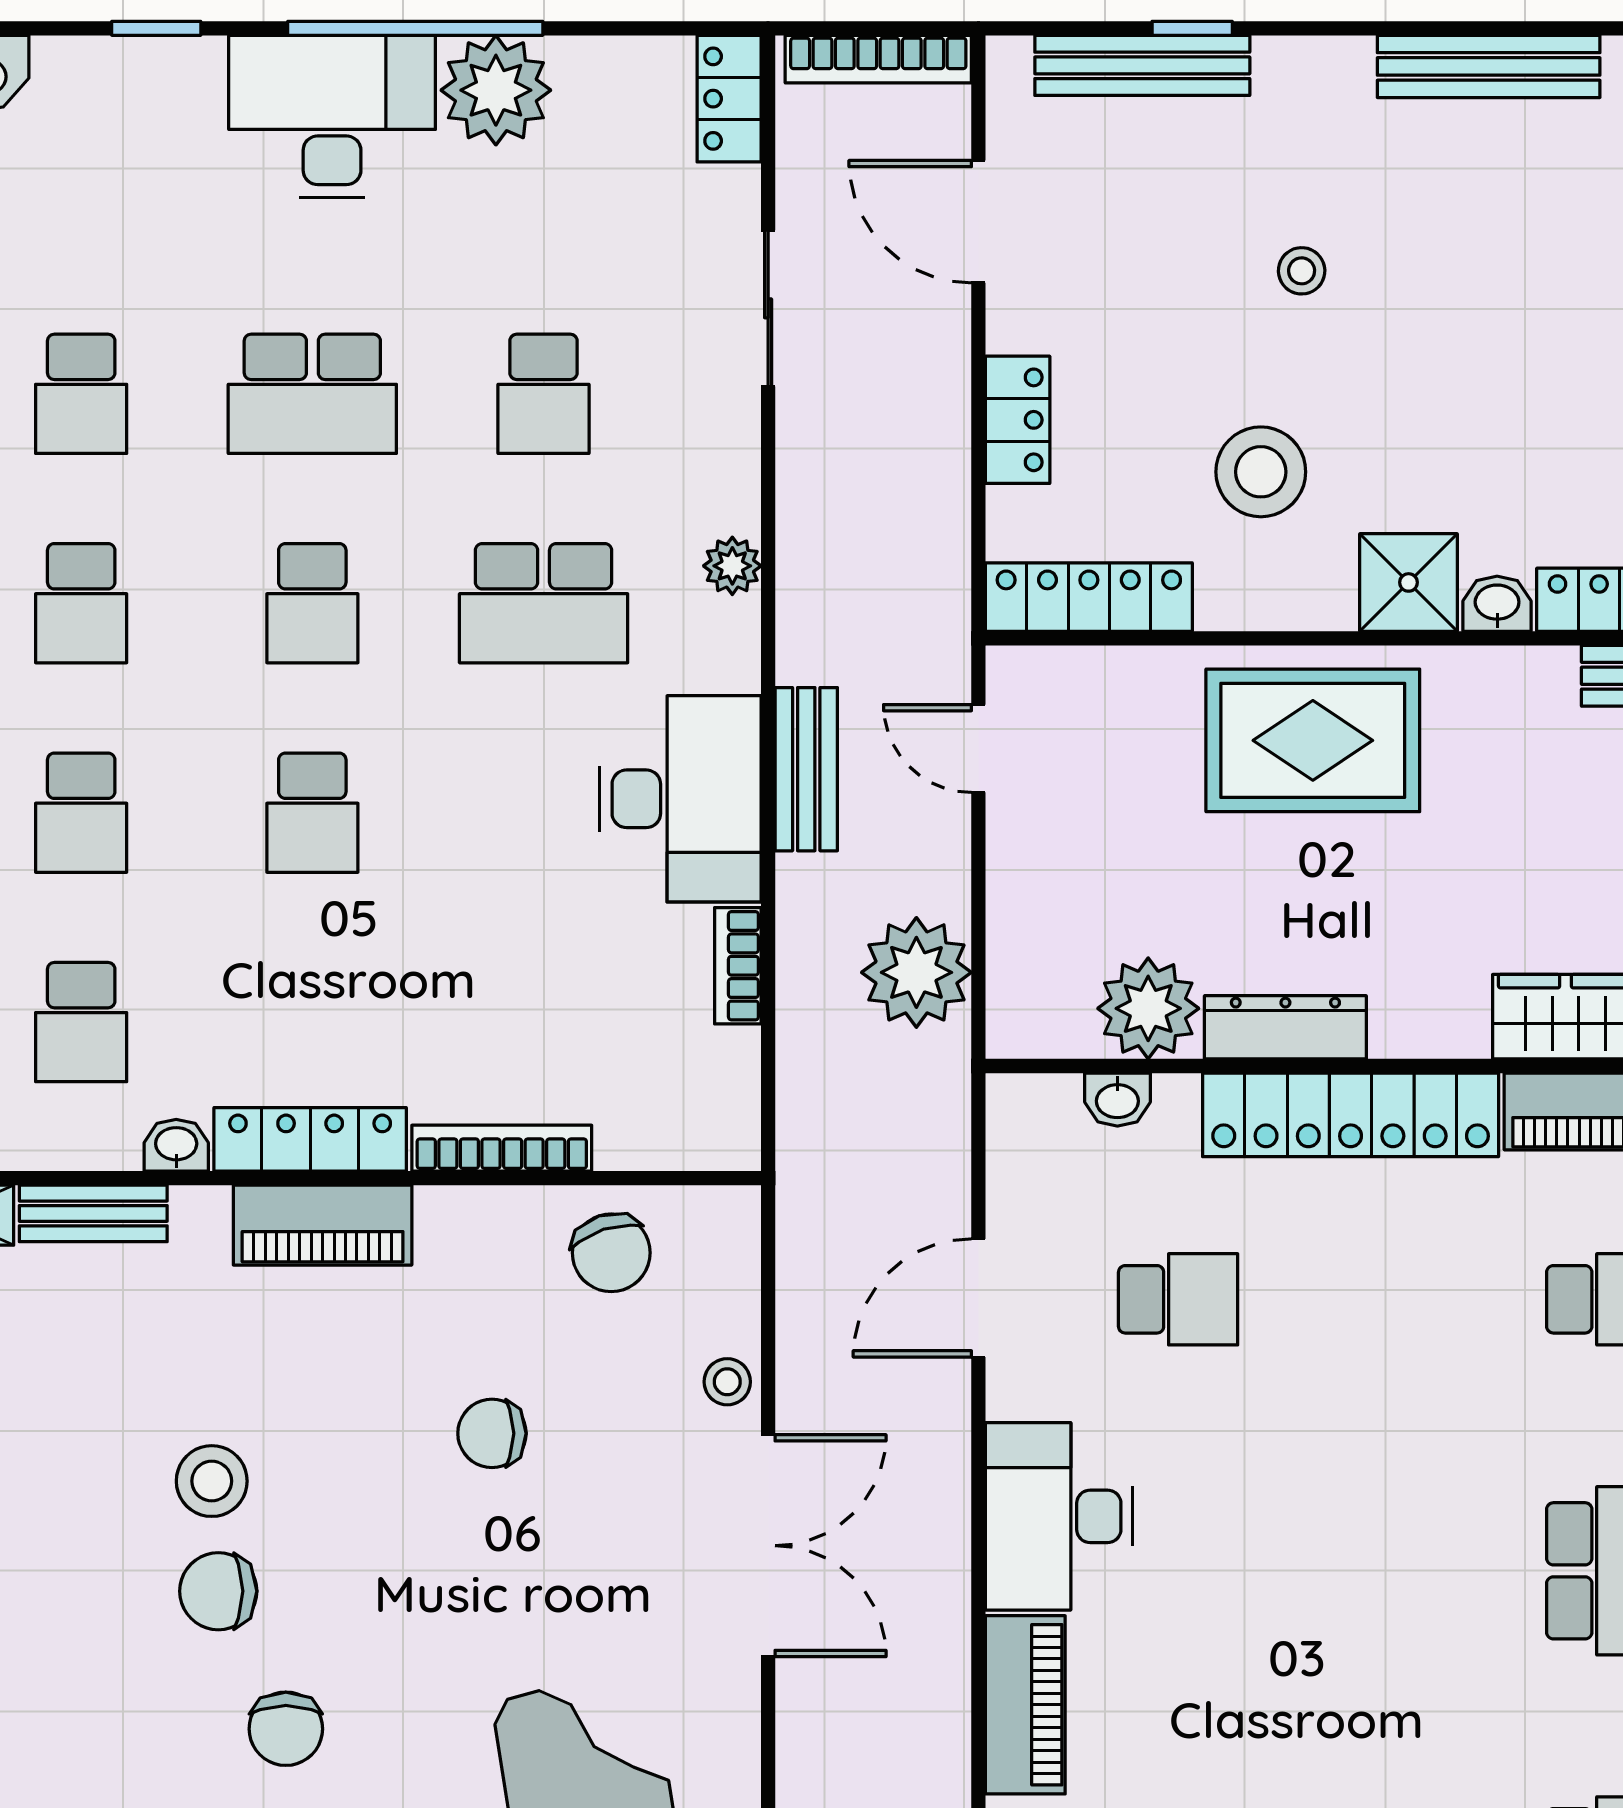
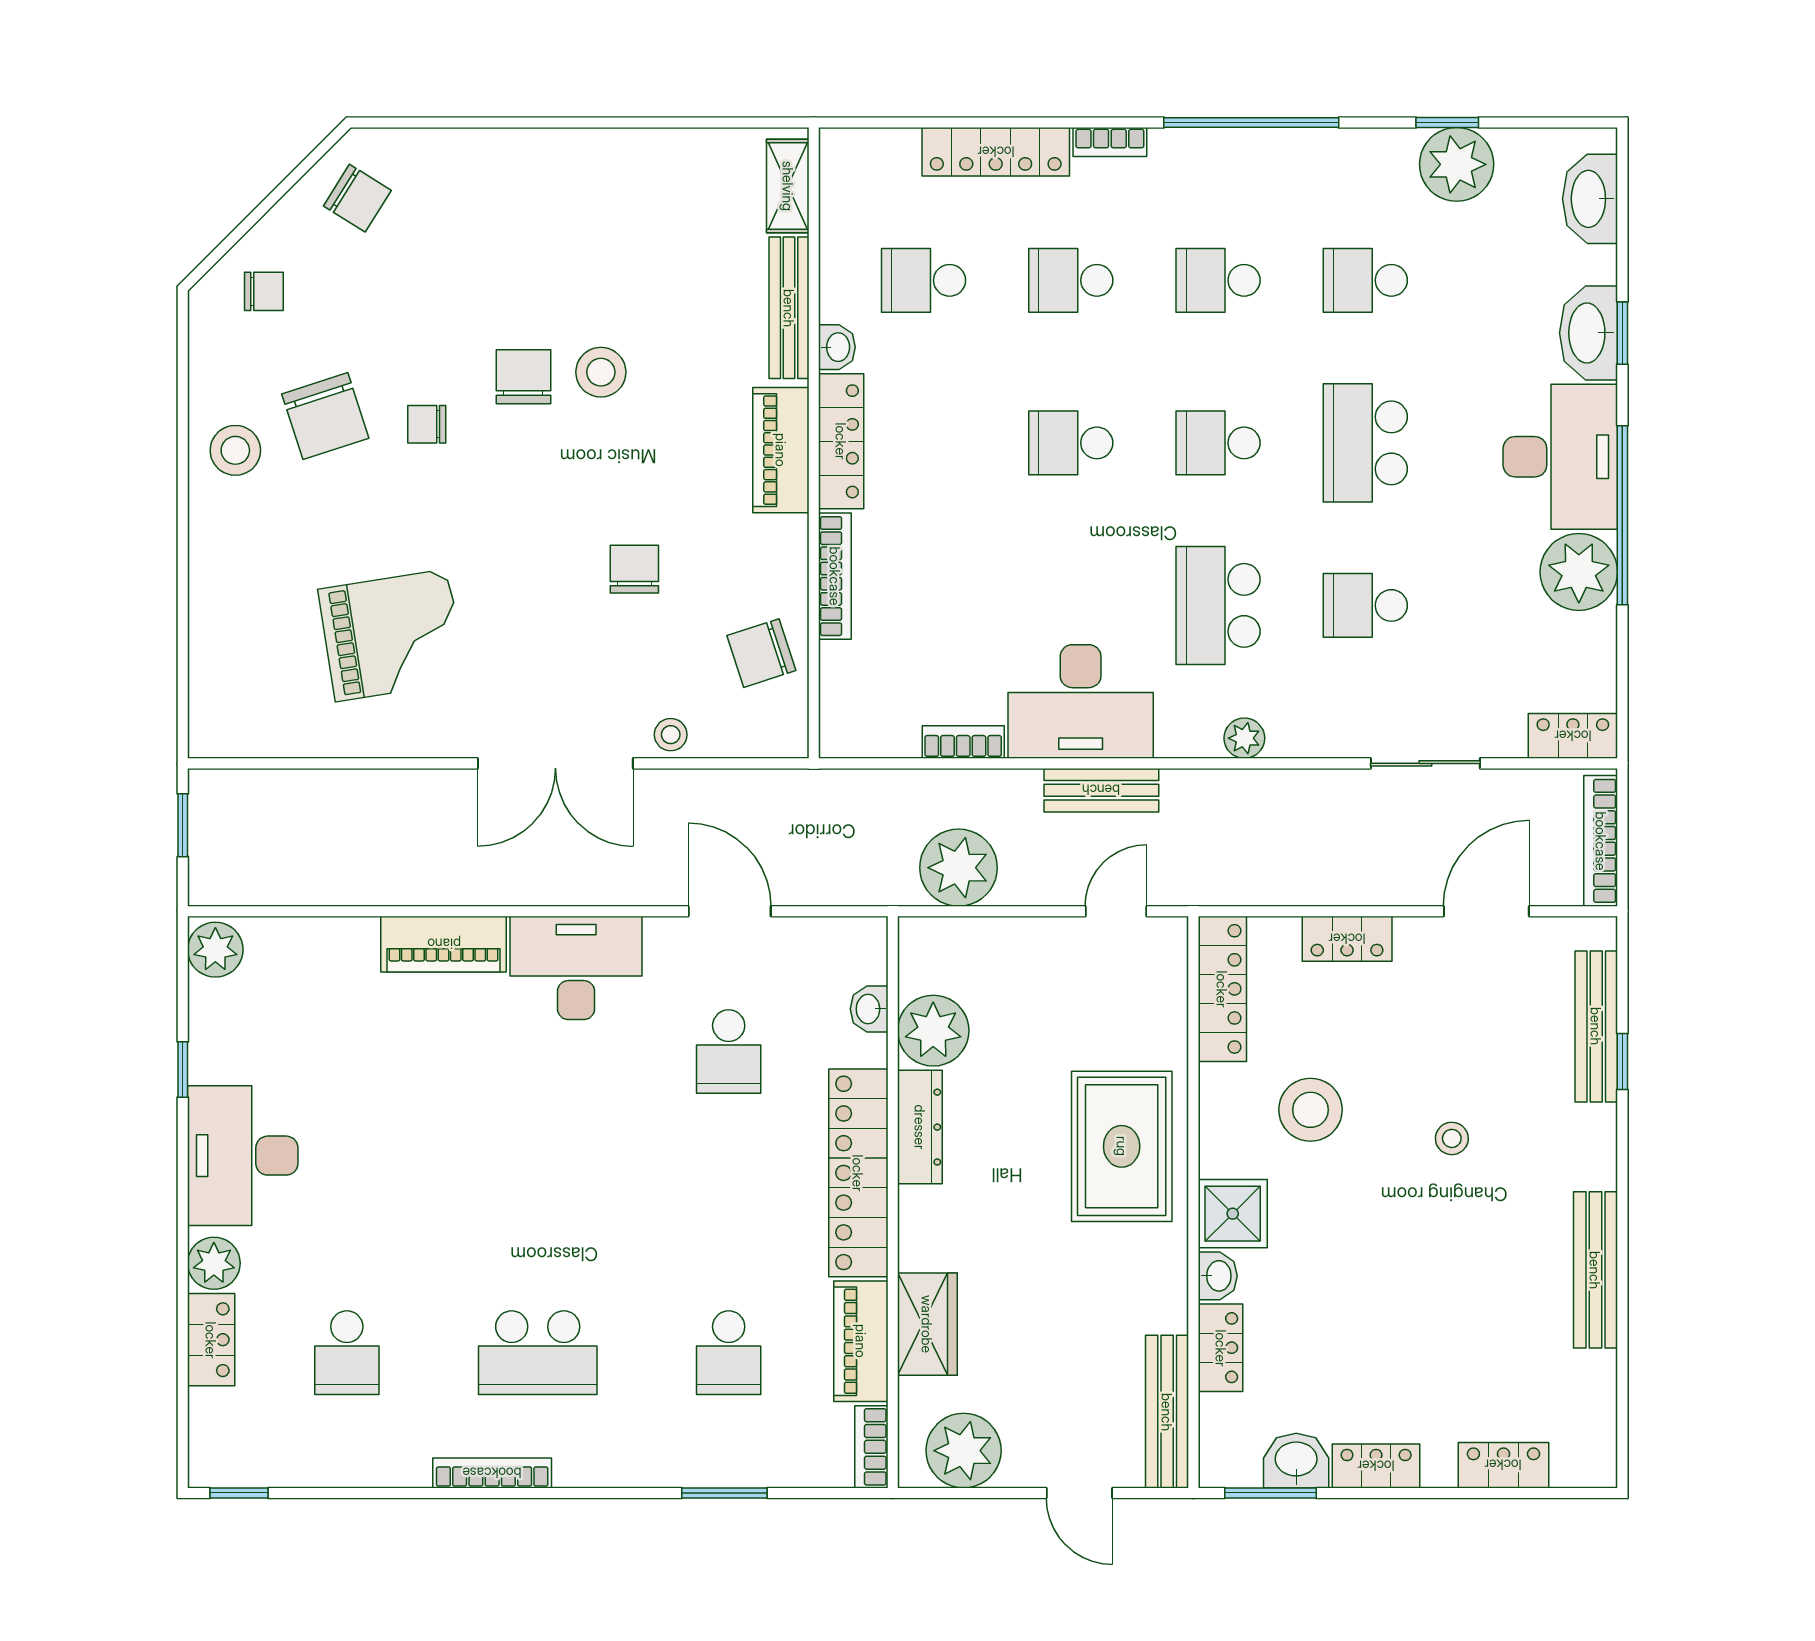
washbasin: (156, 76) -> (1589, 333), added
bench: (93, 1213) -> (789, 308), width x1.36
chair: (286, 1729) -> (427, 424), width x0.73, depth x0.73

